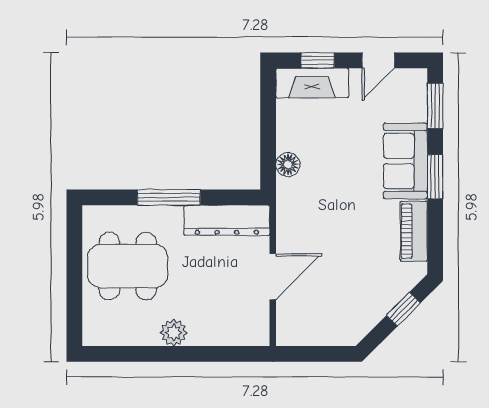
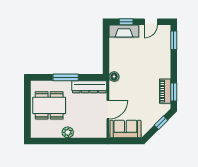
sofa: (405, 161) -> (125, 129), moved, turned 90
floor lamp: (288, 164) -> (114, 77), moved
window: (435, 177) -> (174, 92), moved

